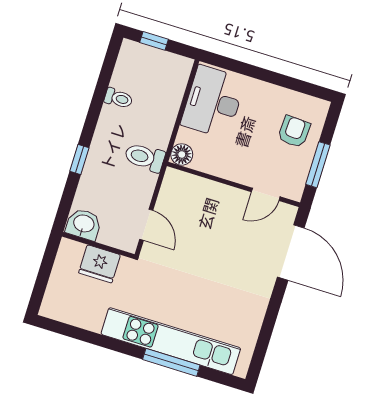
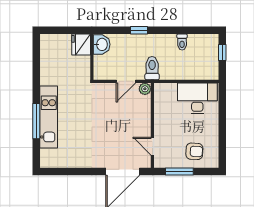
floor lamp: (182, 154) -> (160, 89), removed
plant: (173, 178) -> (145, 89), added
door: (146, 225) -> (126, 81), moved
fridge: (99, 264) -> (81, 44), moved
kitchen unit: (171, 341) -> (49, 117), width x0.73

